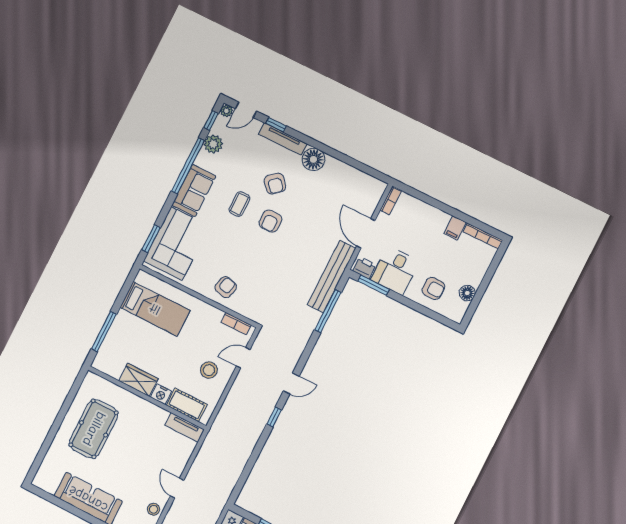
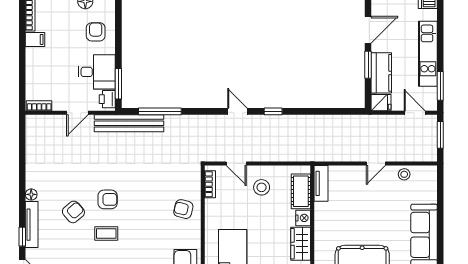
floor lamp: (313, 159) -> (31, 194), width x0.53, depth x0.53
door: (366, 233) -> (77, 113), width x0.73

